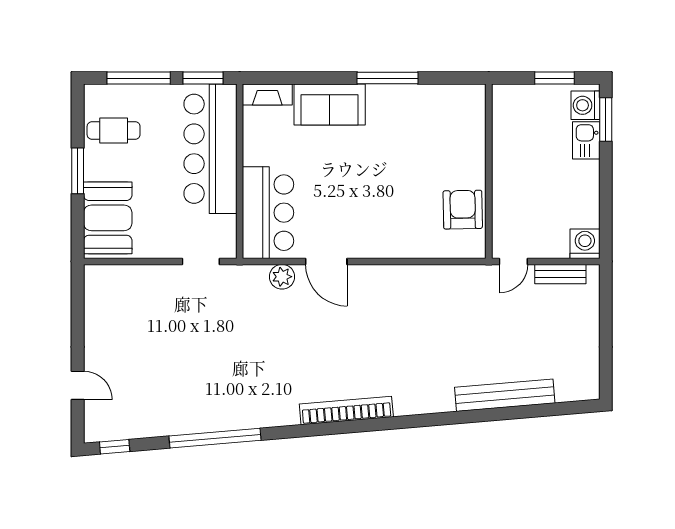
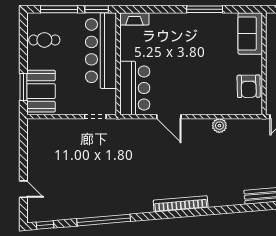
sofa: (330, 105) -> (250, 34), moved, turned 90
window: (78, 171) -> (23, 87), moved
armchair: (463, 210) -> (249, 86), turned 180
plant: (282, 277) -> (219, 126), moved

